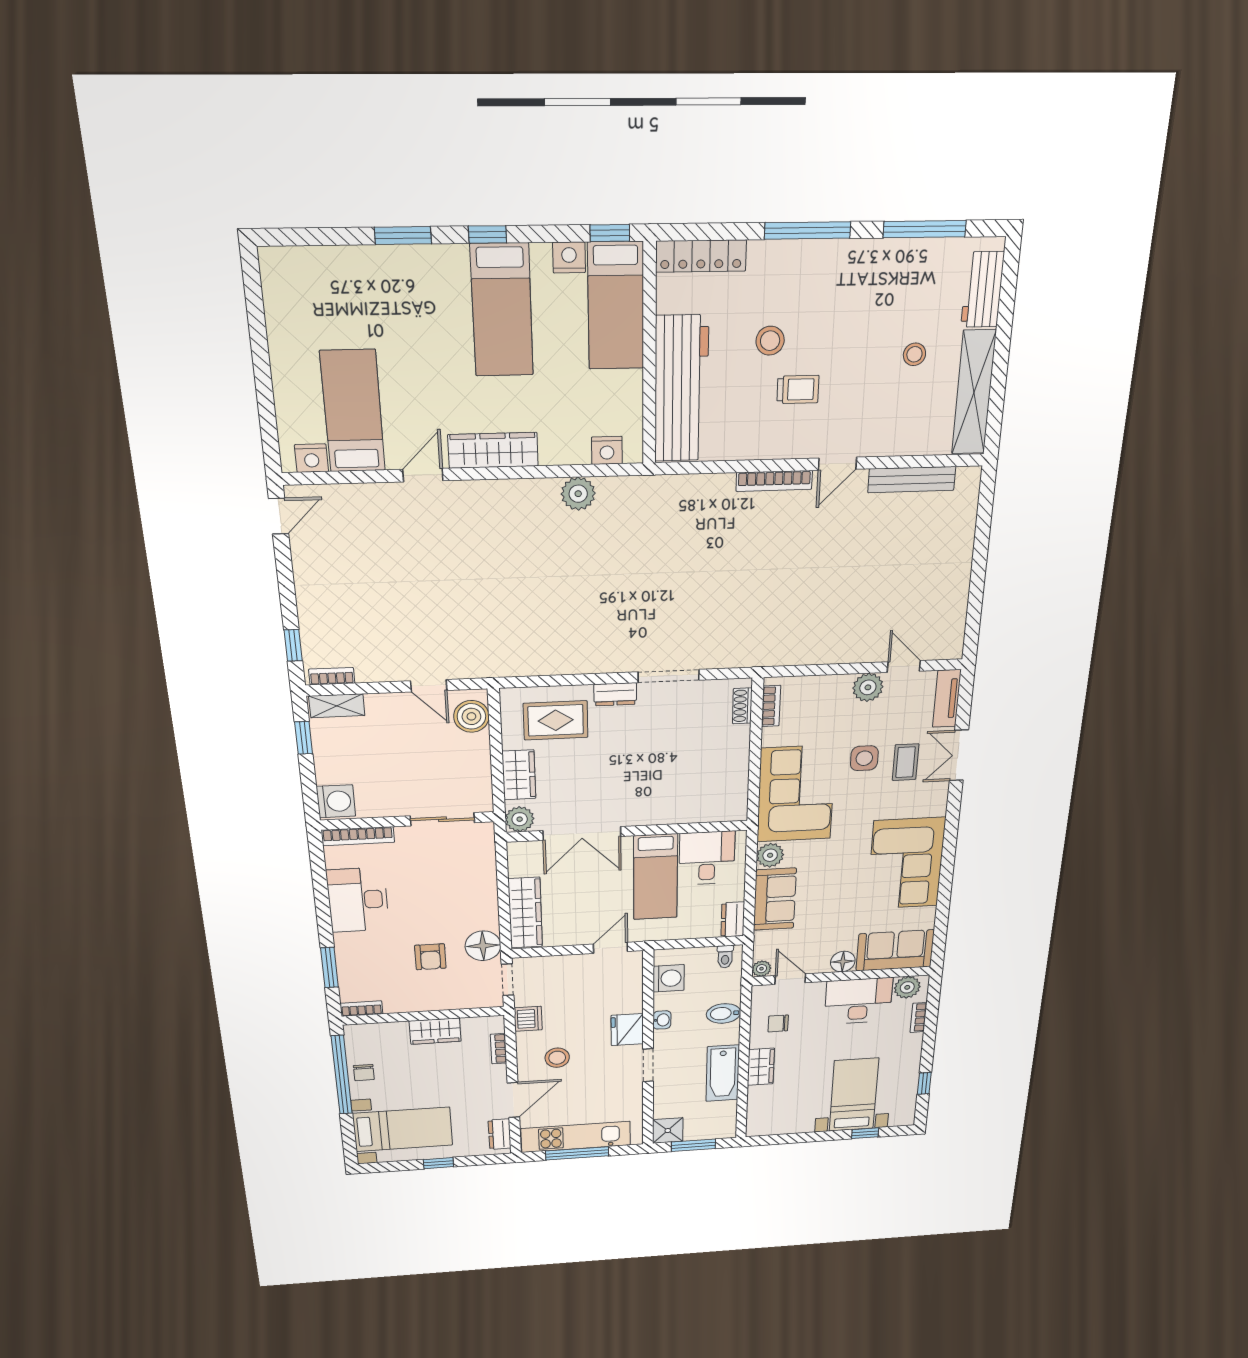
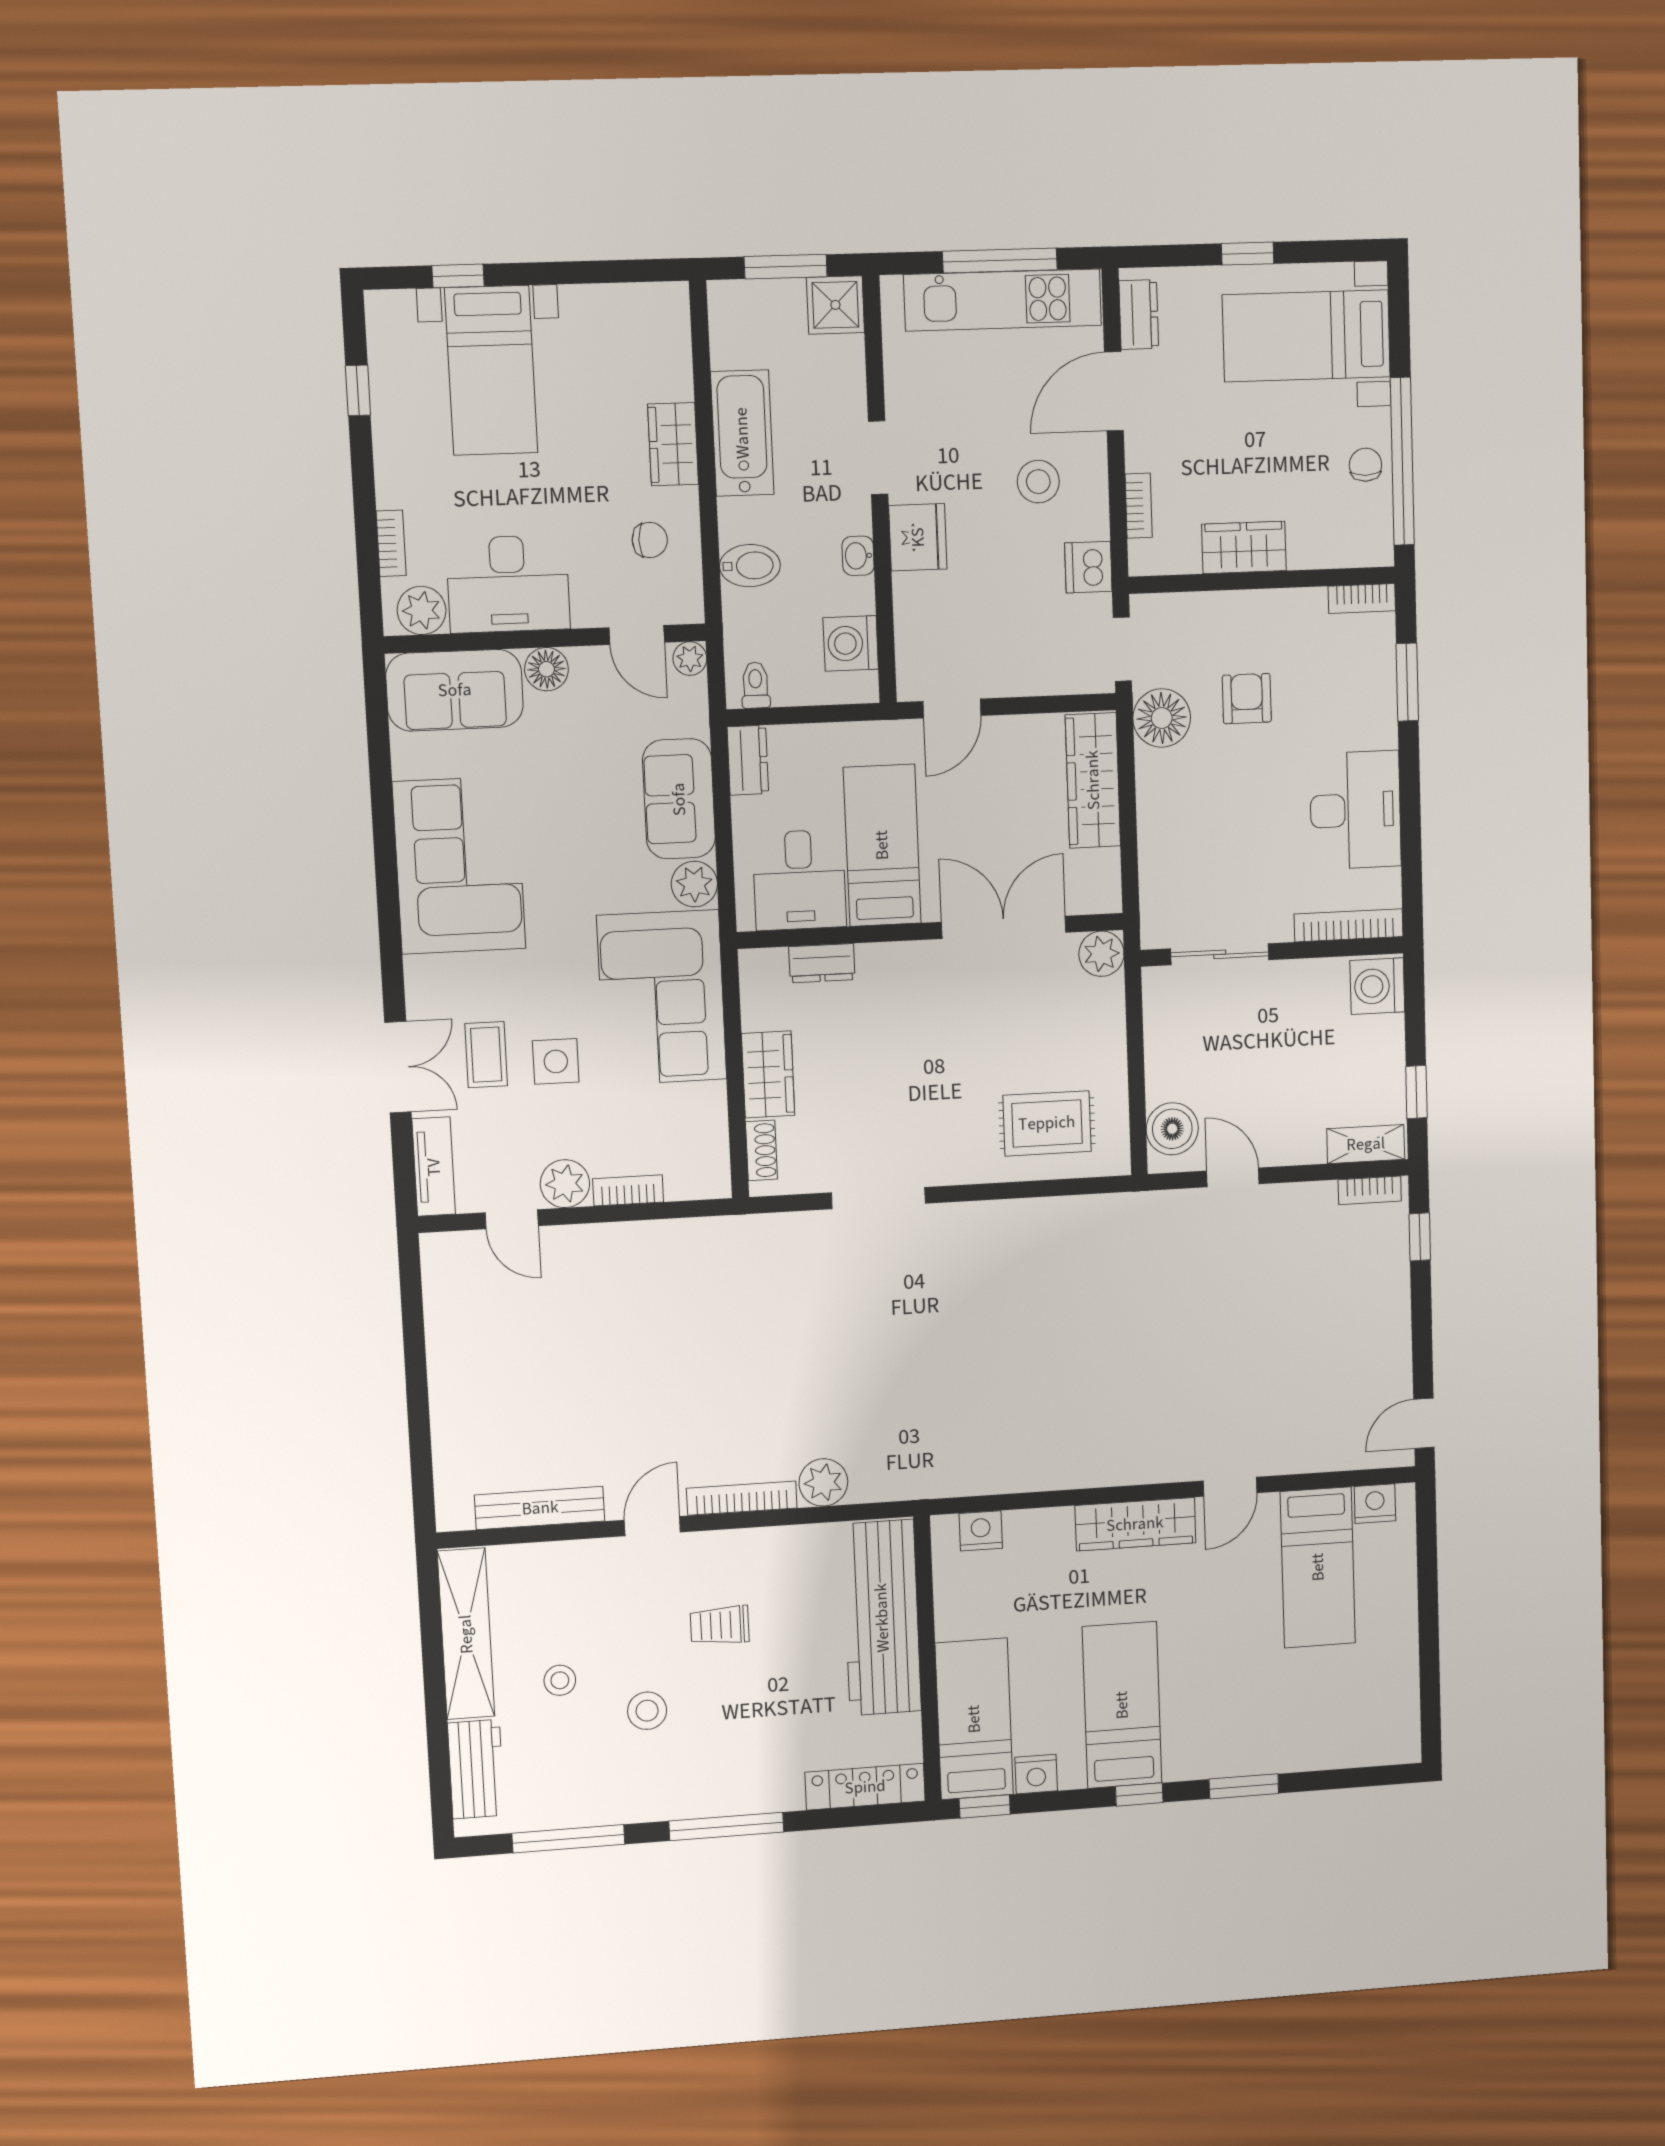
stool: (770, 341) -> (647, 1711), moved
plant: (578, 494) -> (823, 1482), moved
dresser: (615, 694) -> (822, 963), moved, turned 180
bookcase: (771, 706) -> (628, 1190), moved, turned 90
wardrobe: (519, 775) -> (768, 1074), moved, turned 180

